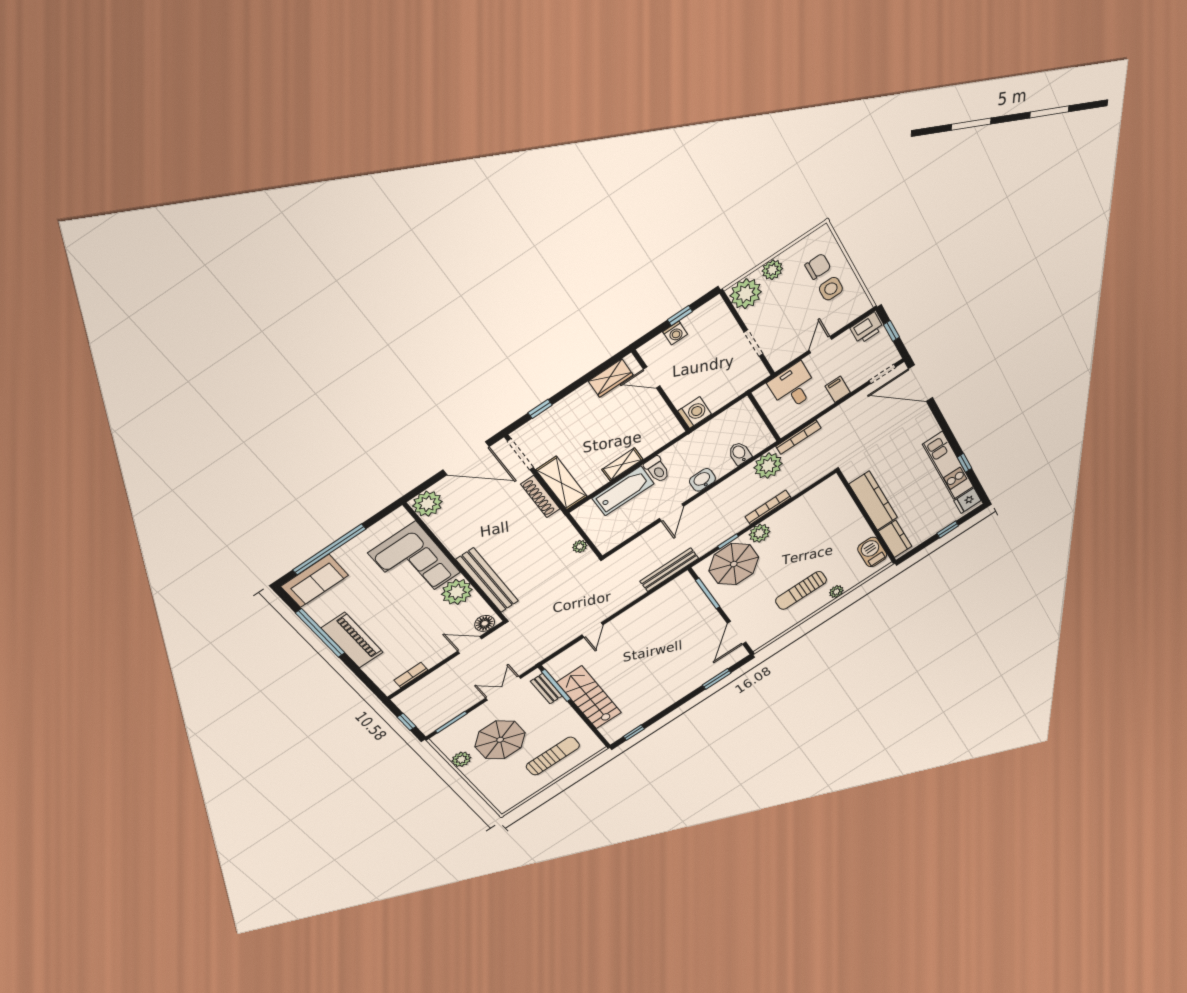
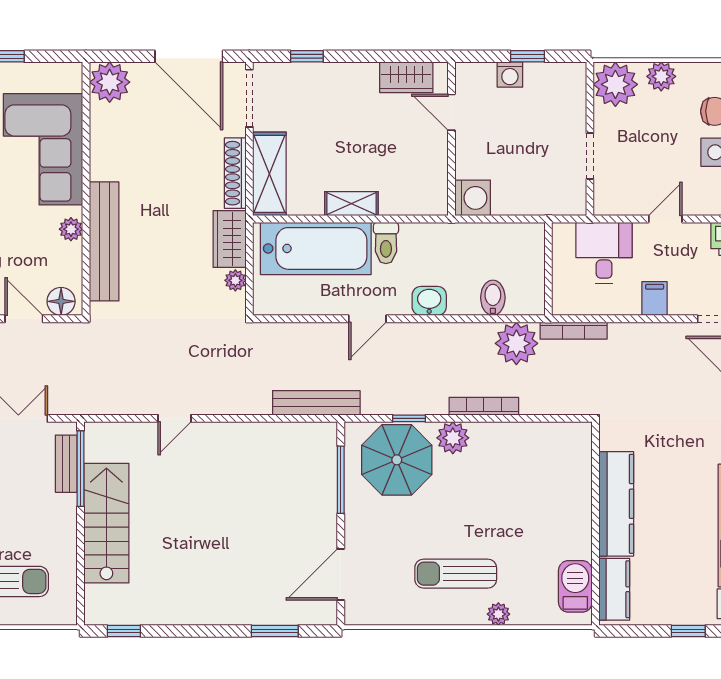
bathtub: (623, 491) -> (316, 248), width x1.36, depth x1.36
wardrobe: (561, 530) -> (230, 239), added
plant: (457, 592) -> (71, 229), width x0.53, depth x0.53

